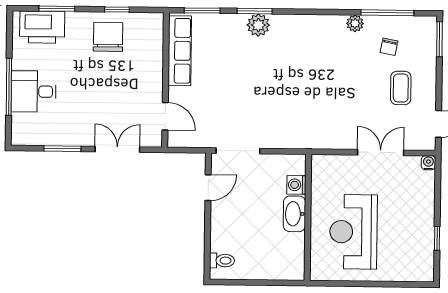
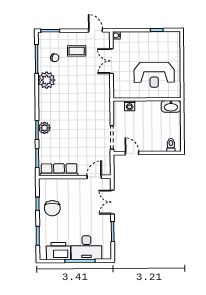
plant: (355, 23) -> (47, 80), width x1.87, depth x1.87
printer: (42, 27) -> (58, 251), moved, turned -90
chair: (108, 37) -> (52, 208), turned -90
desk: (34, 91) -> (86, 248), width x1.37
washbasin: (294, 214) -> (171, 106), moved

